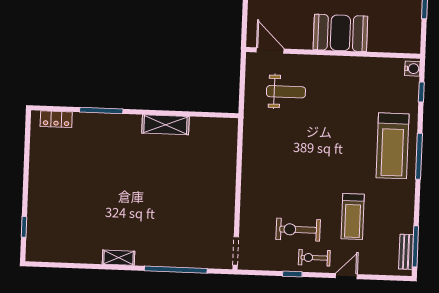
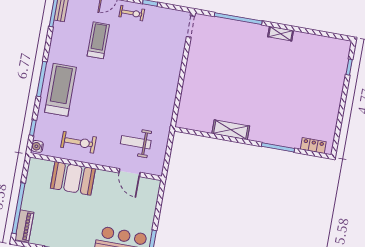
booth: (340, 33) -> (73, 178), moved
door: (270, 50) -> (130, 173), moved
exercise bike: (298, 230) -> (79, 142), moved

